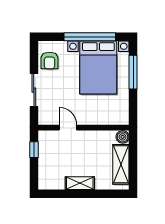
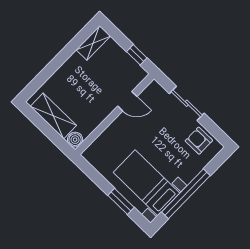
bed with nightstands: (98, 68) -> (146, 183), width x0.73
window: (133, 72) -> (121, 201), width x0.69
shelving: (80, 183) -> (93, 43), moved

